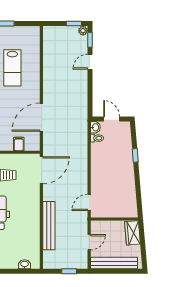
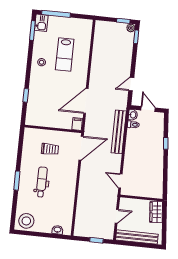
door: (90, 62) -> (131, 84), moved
filing cabinet: (19, 144) -> (77, 124), moved
door: (89, 202) -> (120, 181), hinge flipped
bench: (49, 226) -> (119, 132), moved

